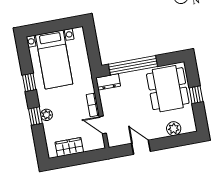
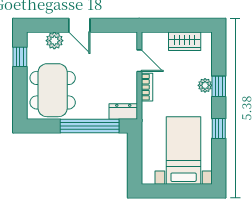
window: (196, 95) -> (20, 57), moved
door: (141, 147) -> (79, 25), moved

